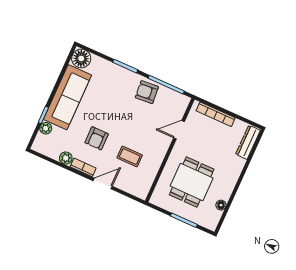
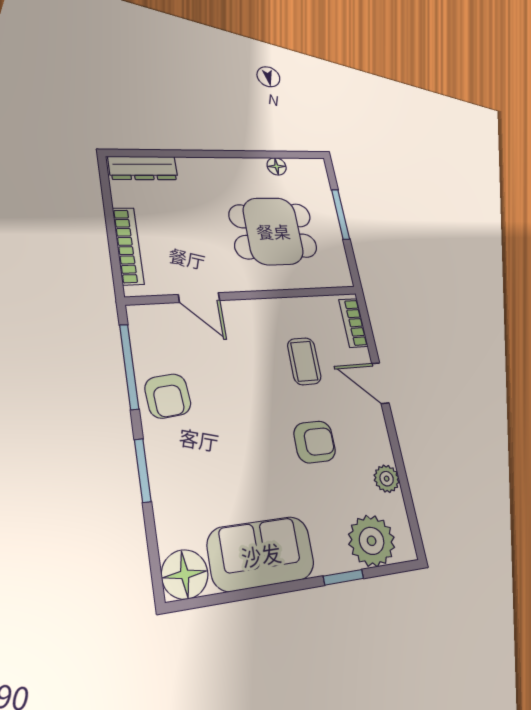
sofa: (67, 97) -> (261, 554), width x0.73
plant: (46, 128) -> (372, 541), width x1.88, depth x1.88
bookcase: (83, 167) -> (353, 323), moved

